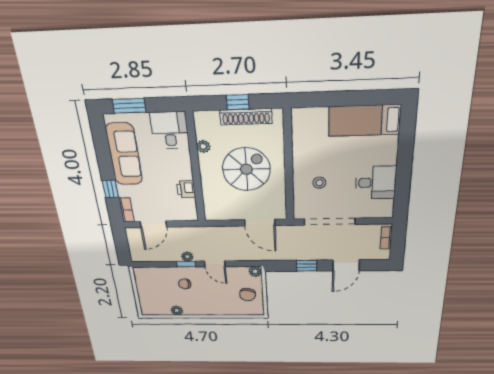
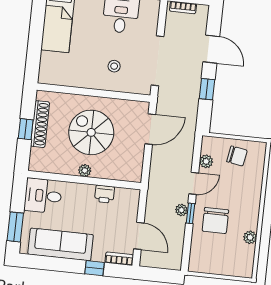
plant: (203, 146) -> (85, 171), moved
plant: (255, 271) -> (206, 161), moved
chair: (185, 284) -> (215, 221), width x1.87, depth x1.87

